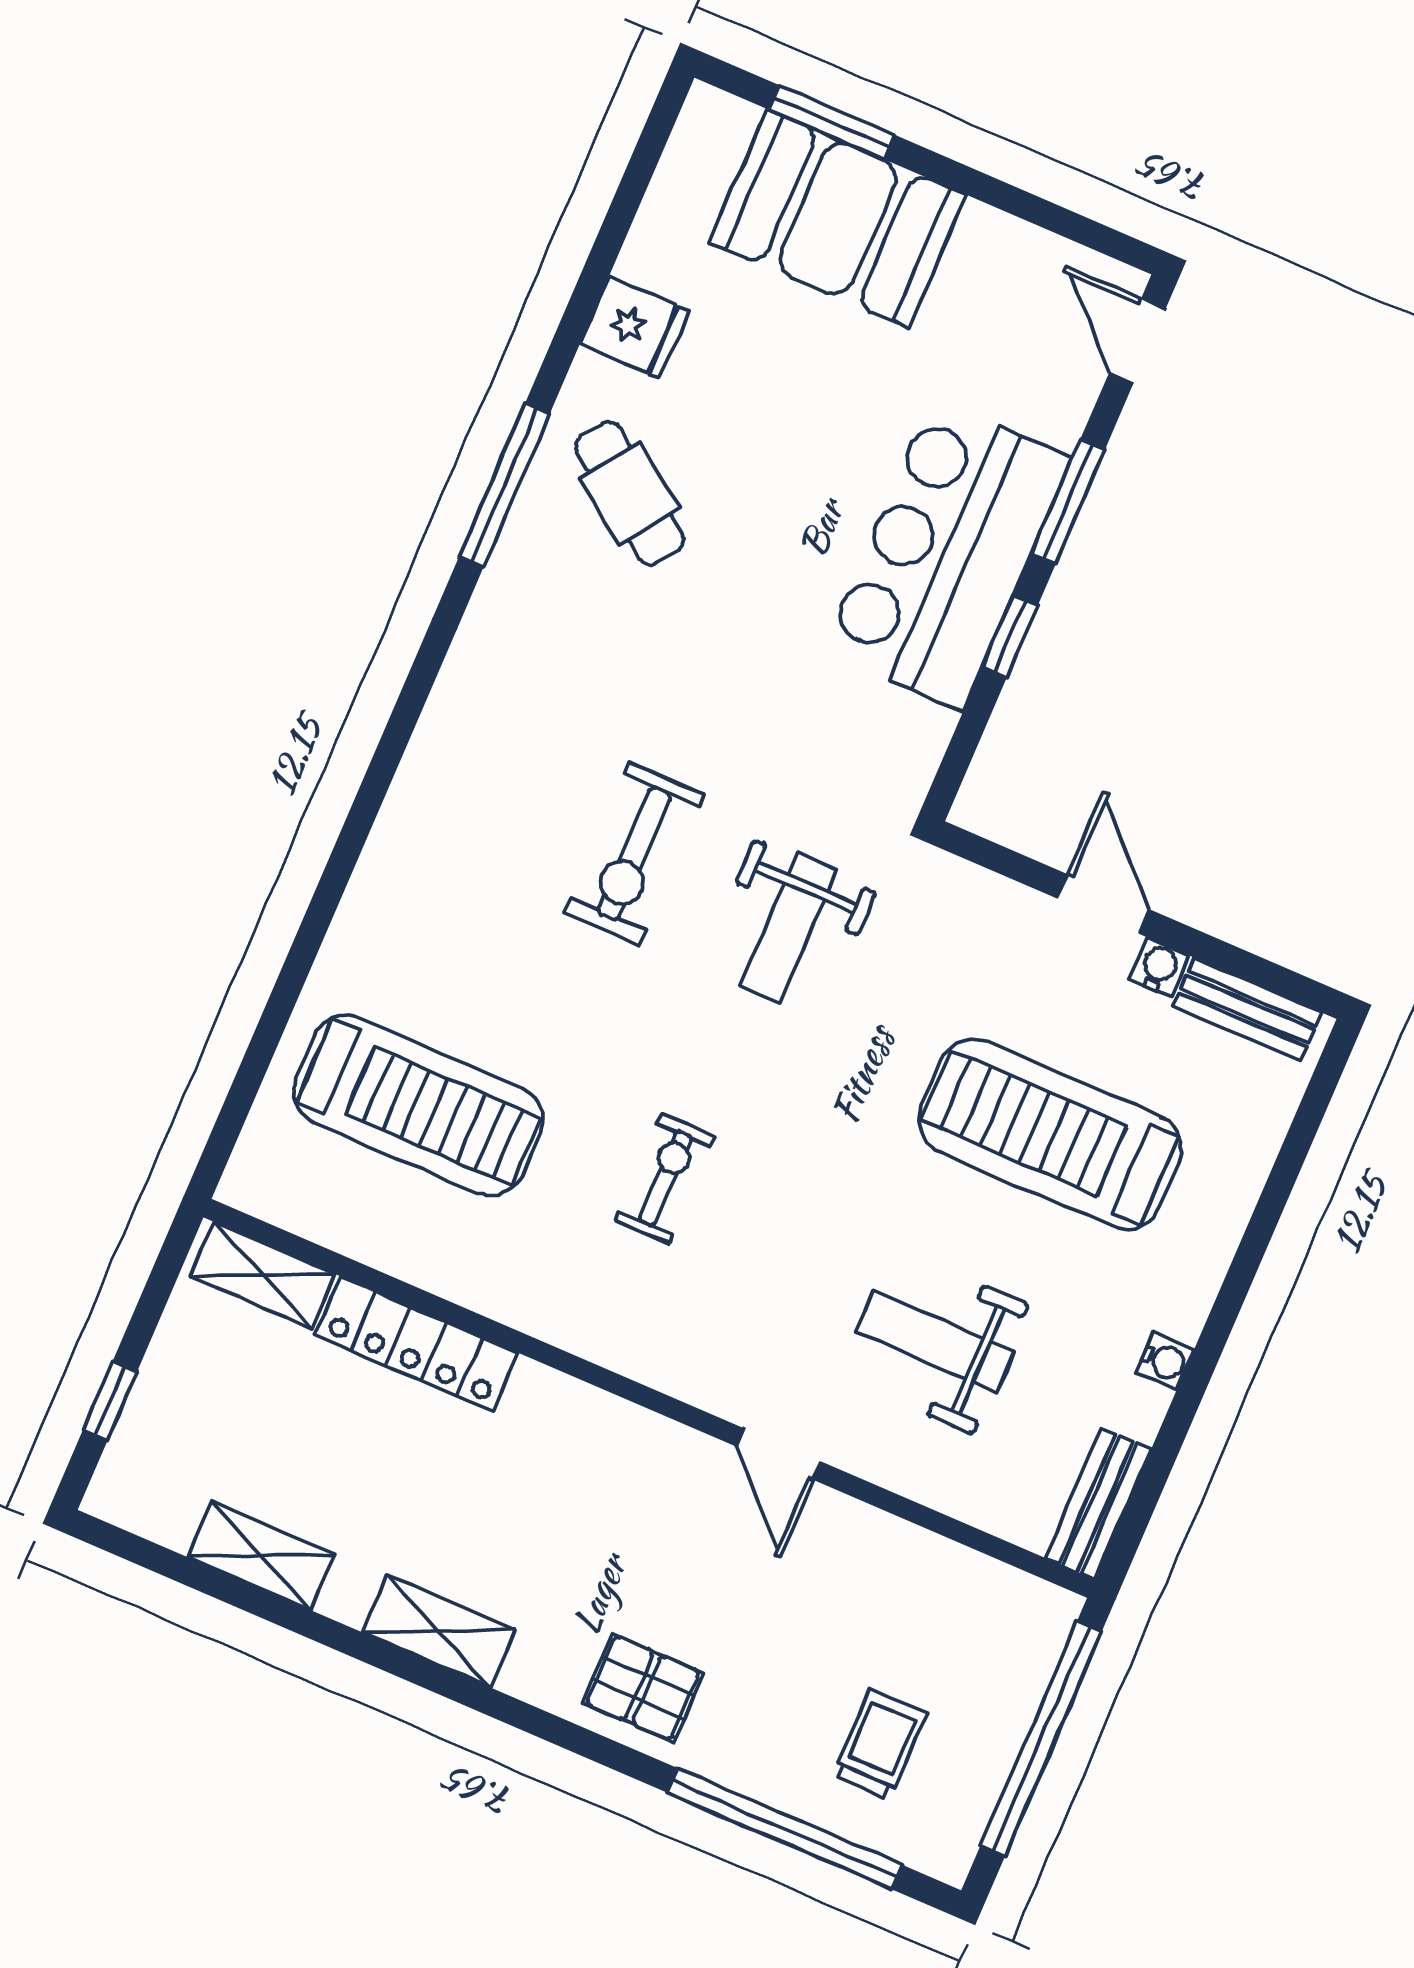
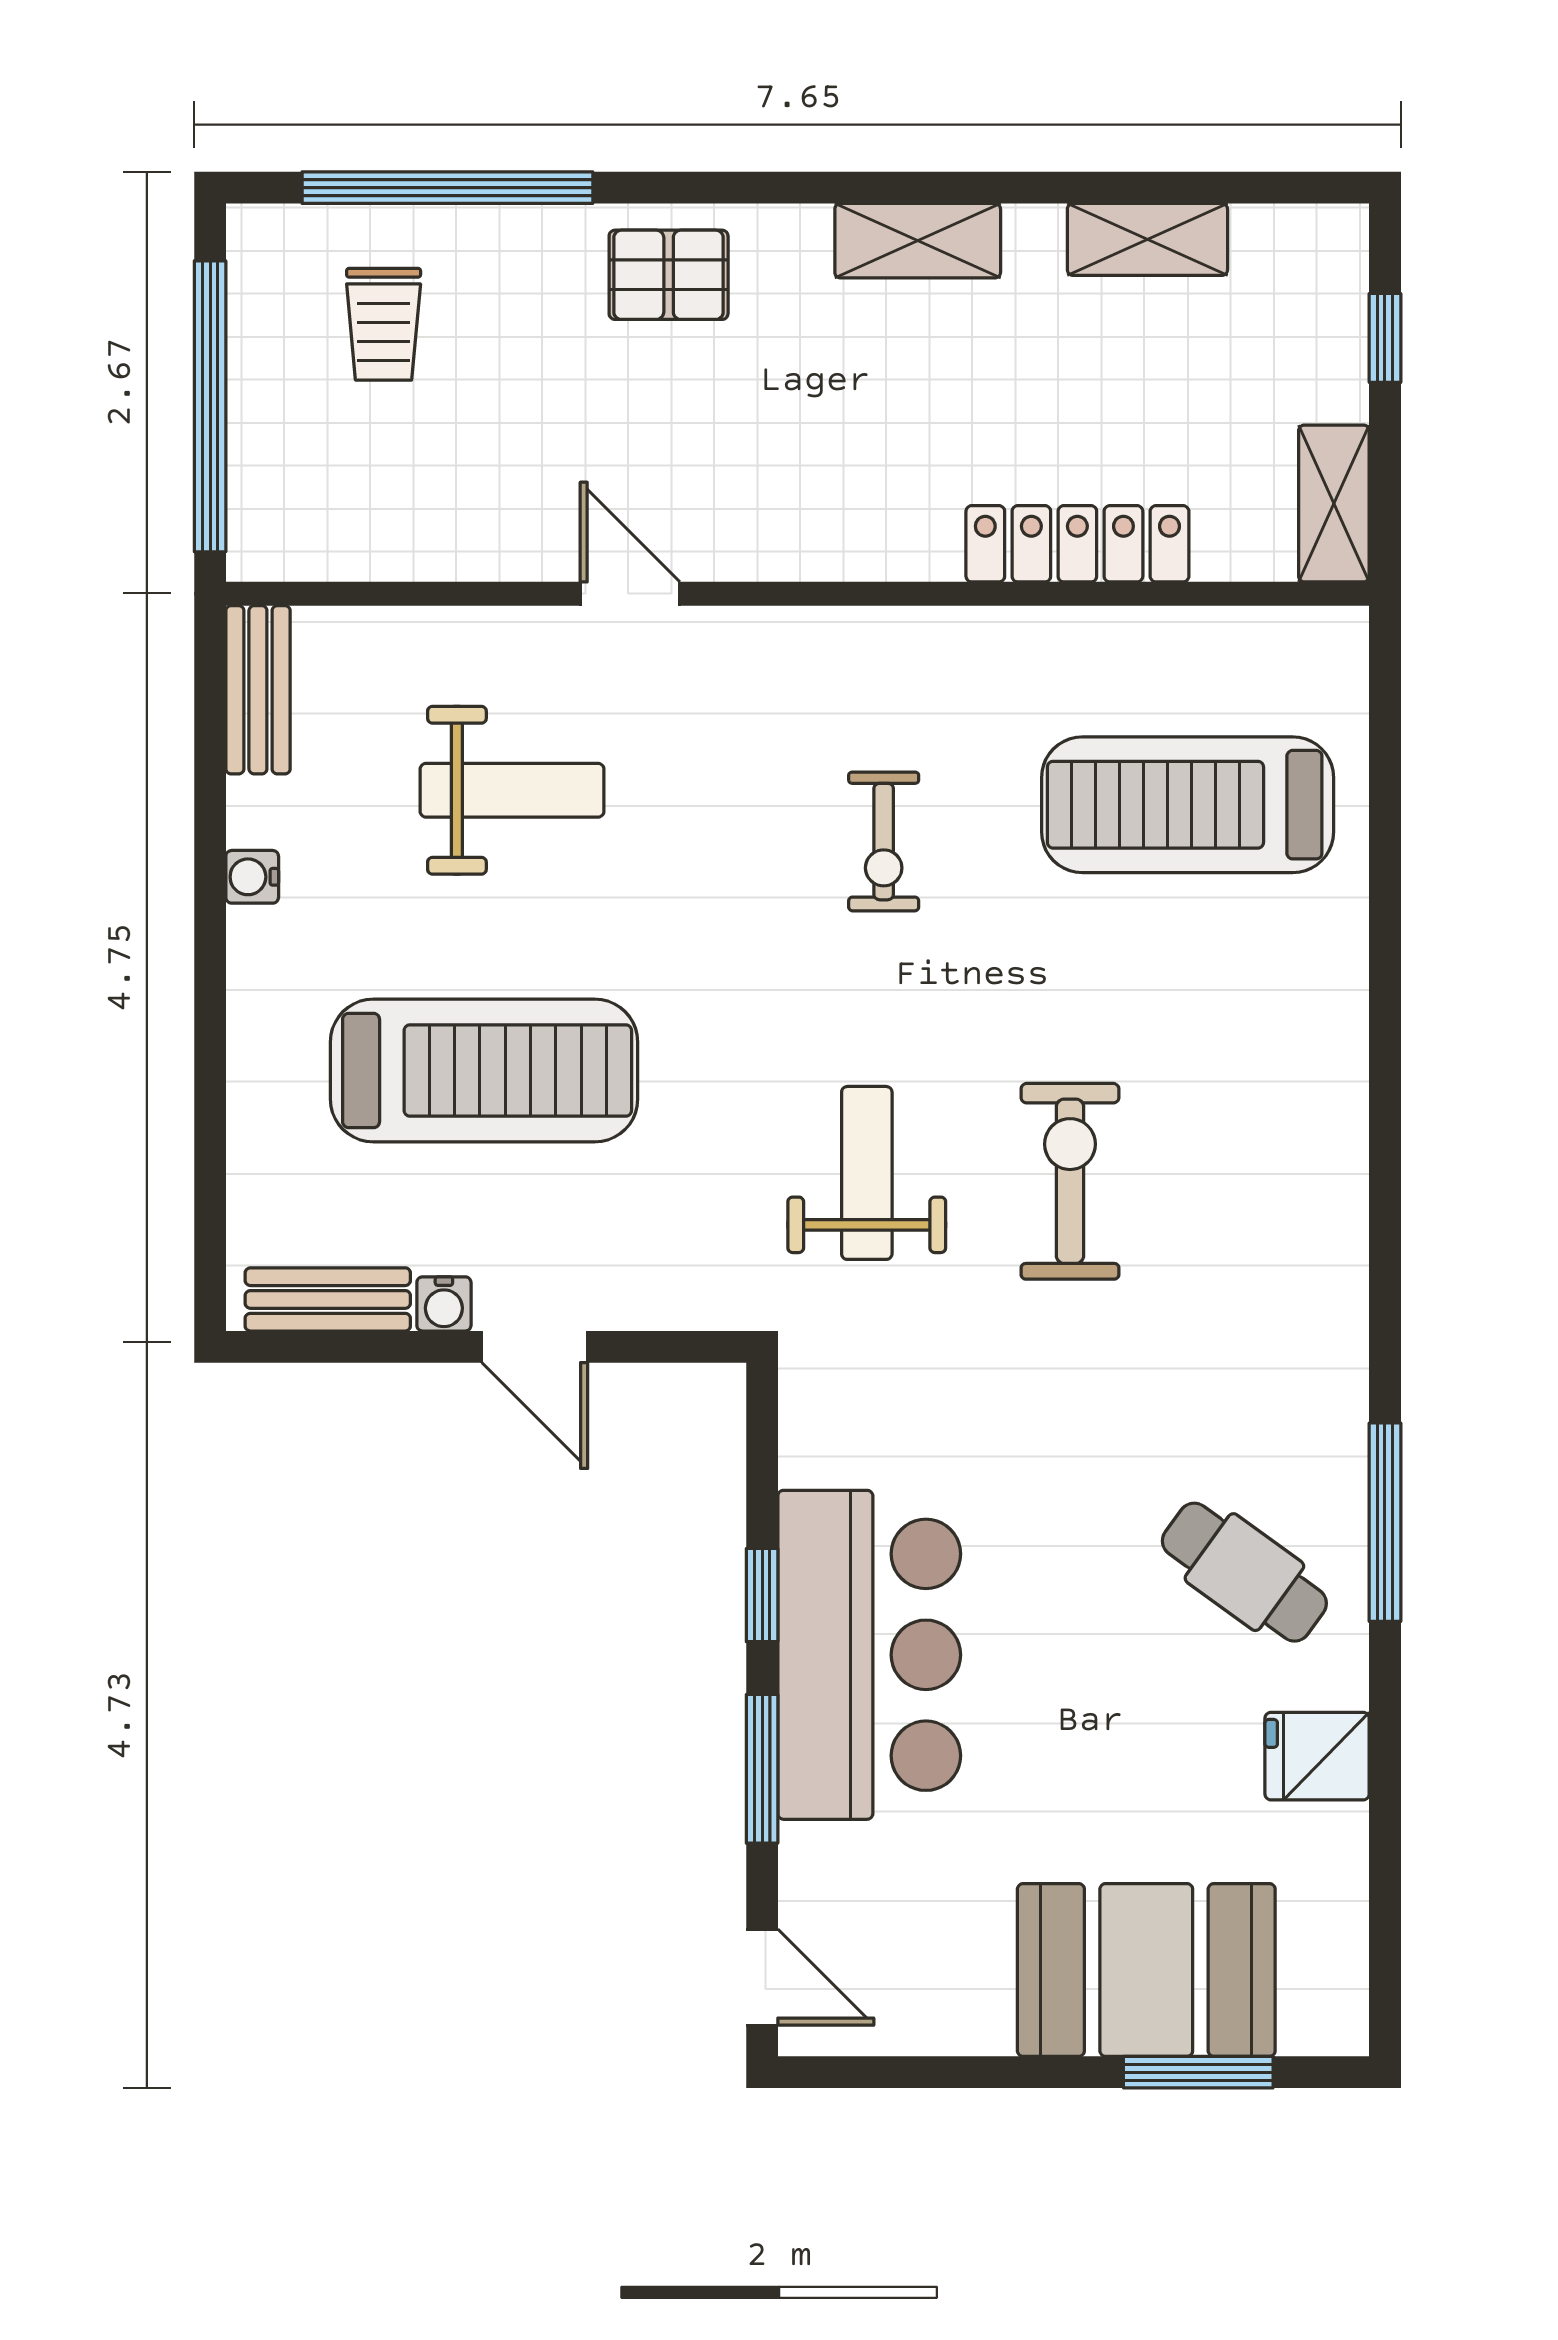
shelving: (263, 1275) -> (1334, 503), moved, turned 90

